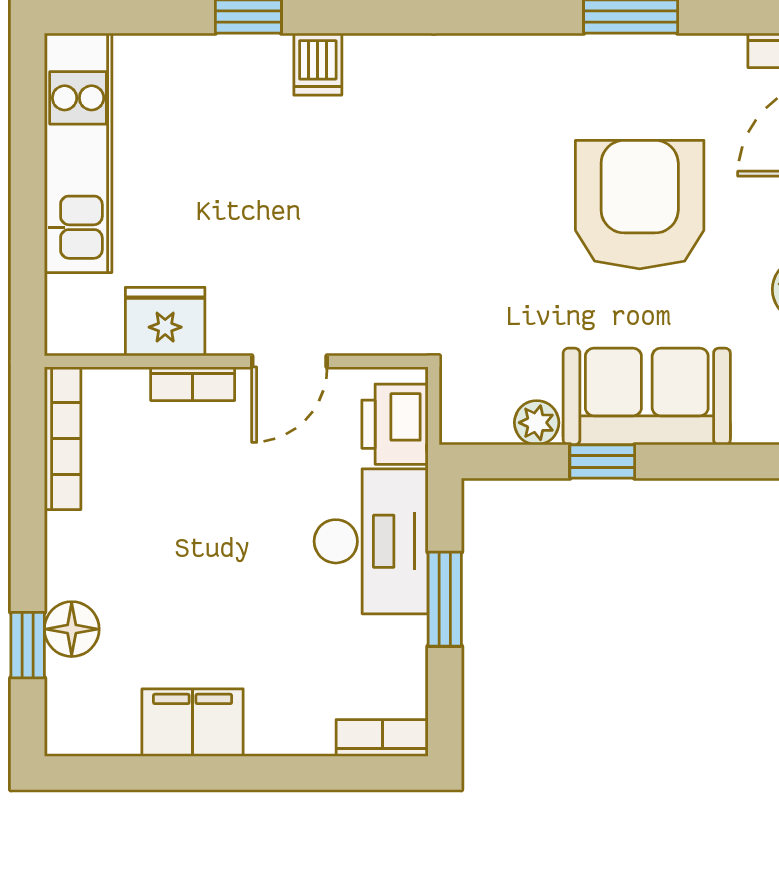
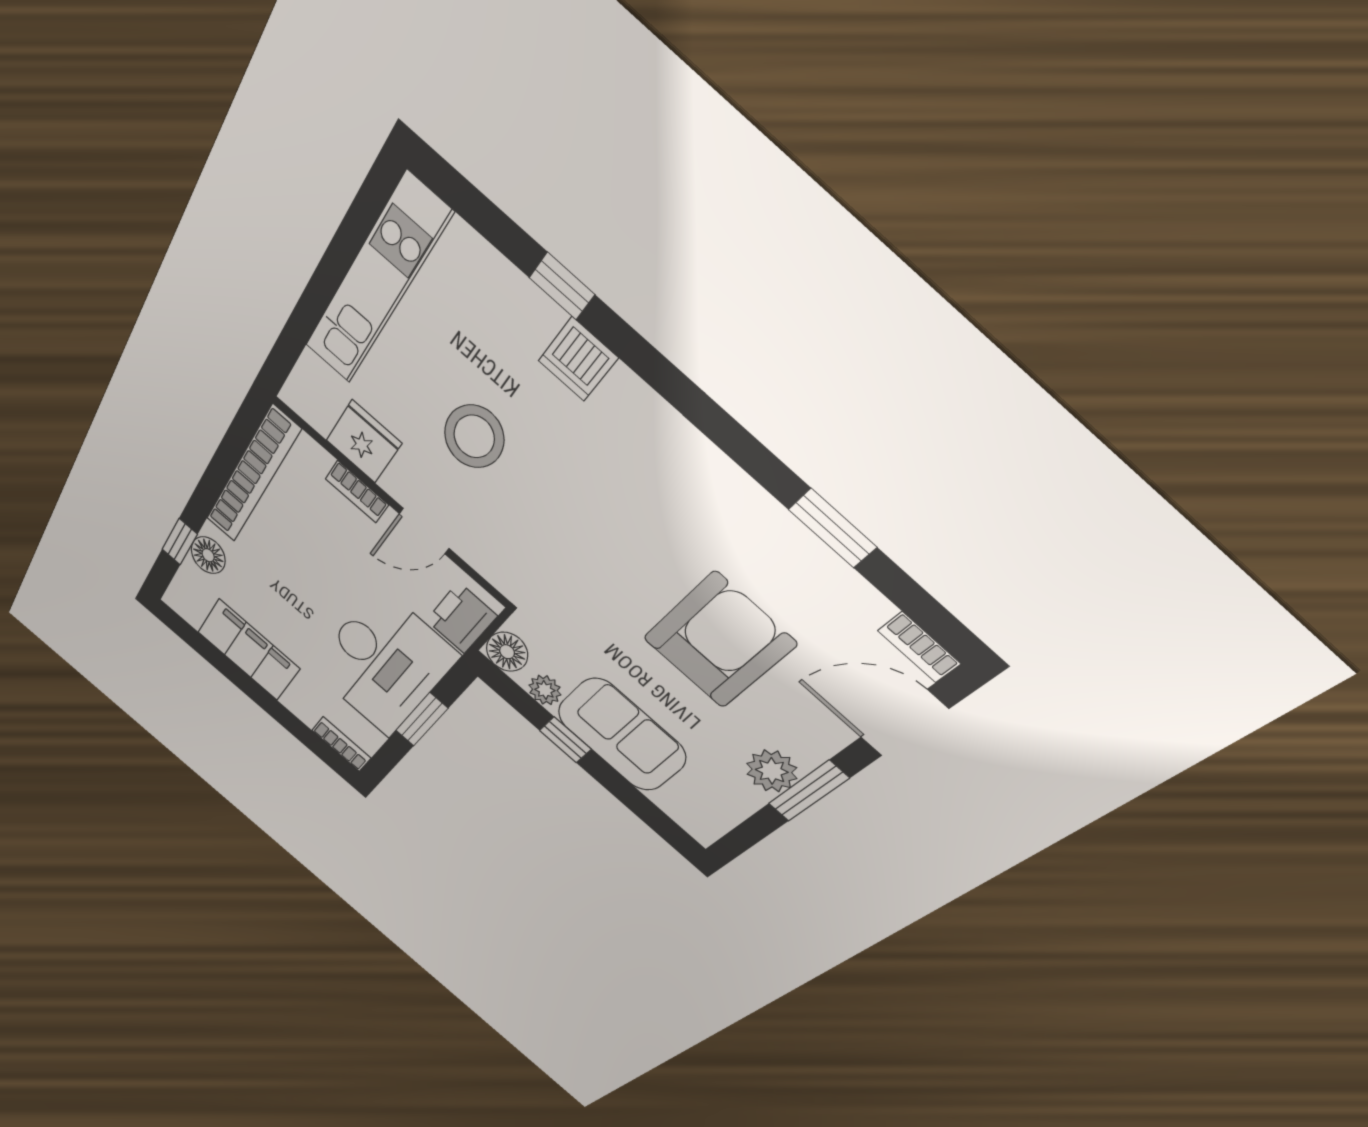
dishwasher: (318, 64) -> (578, 359), width x1.38
stool: (269, 217) -> (474, 436), added
floor lamp: (467, 417) -> (507, 652), added
bookcase: (63, 438) -> (252, 475), width x1.48, depth x1.31
desk: (371, 541) -> (383, 663), width x1.36, depth x1.30
filing cabinet: (193, 723) -> (249, 650), width x1.50, depth x1.17

